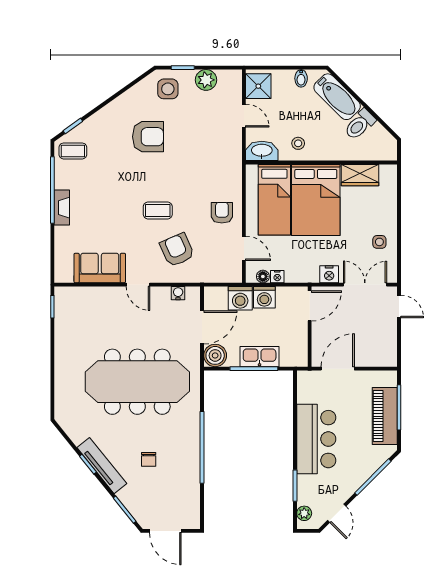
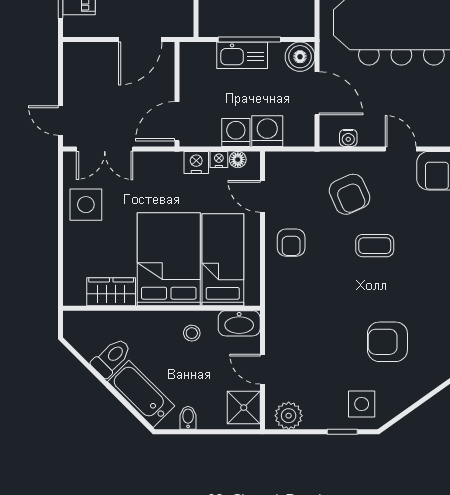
plant: (206, 80) -> (289, 416), moved
side table: (379, 242) -> (86, 205), width x1.87, depth x1.87
nightstand: (329, 274) -> (196, 162), moved
door: (202, 327) -> (317, 93), swing flipped

